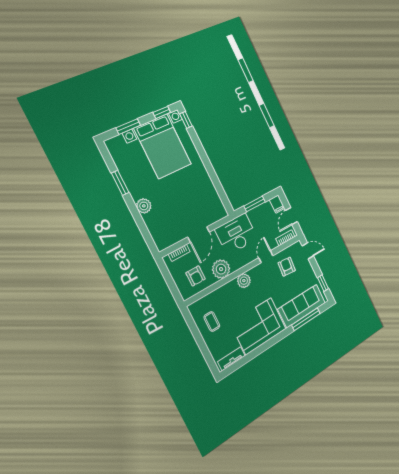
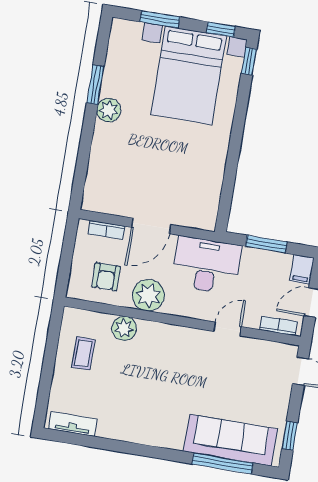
plant: (144, 206) -> (109, 110), moved
armchair: (287, 267) -> (249, 367), removed
plant: (244, 281) -> (124, 328), moved
corner sofa: (259, 326) -> (144, 414), removed

